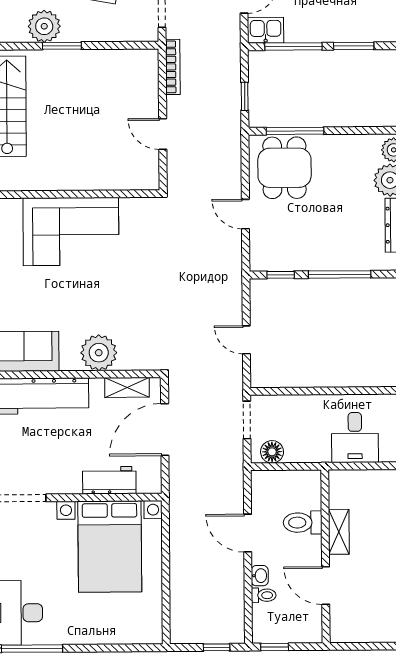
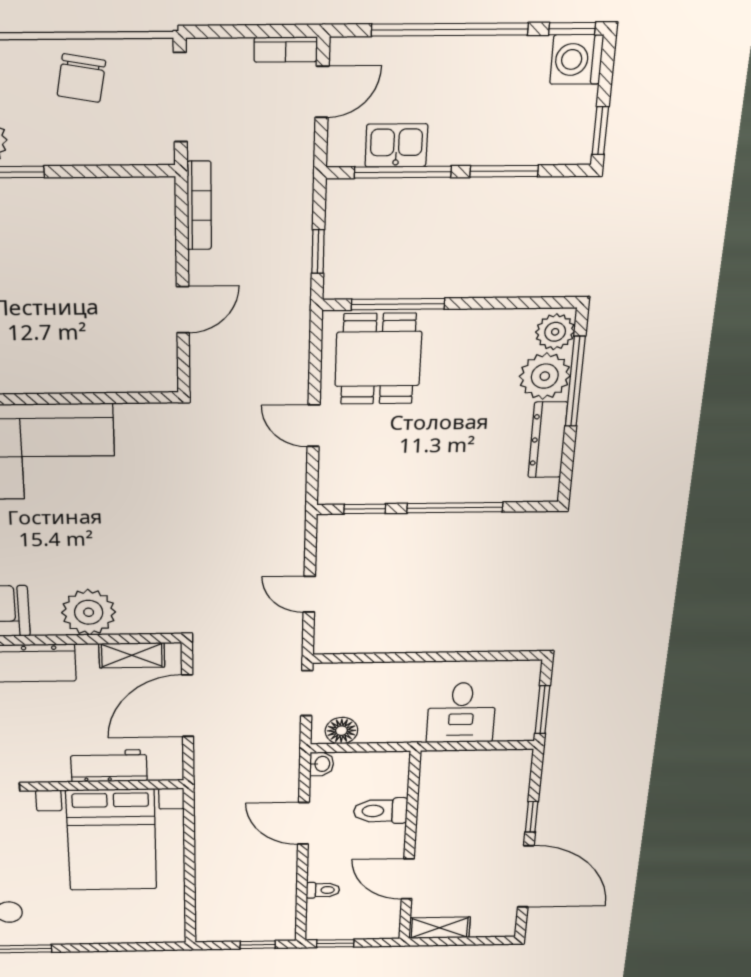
kitchen sink: (266, 30) -> (396, 145), moved
door: (163, 134) -> (183, 310), swing flipped
shelving: (339, 532) -> (439, 928), moved, turned 90
washbasin: (260, 576) -> (322, 764), moved

